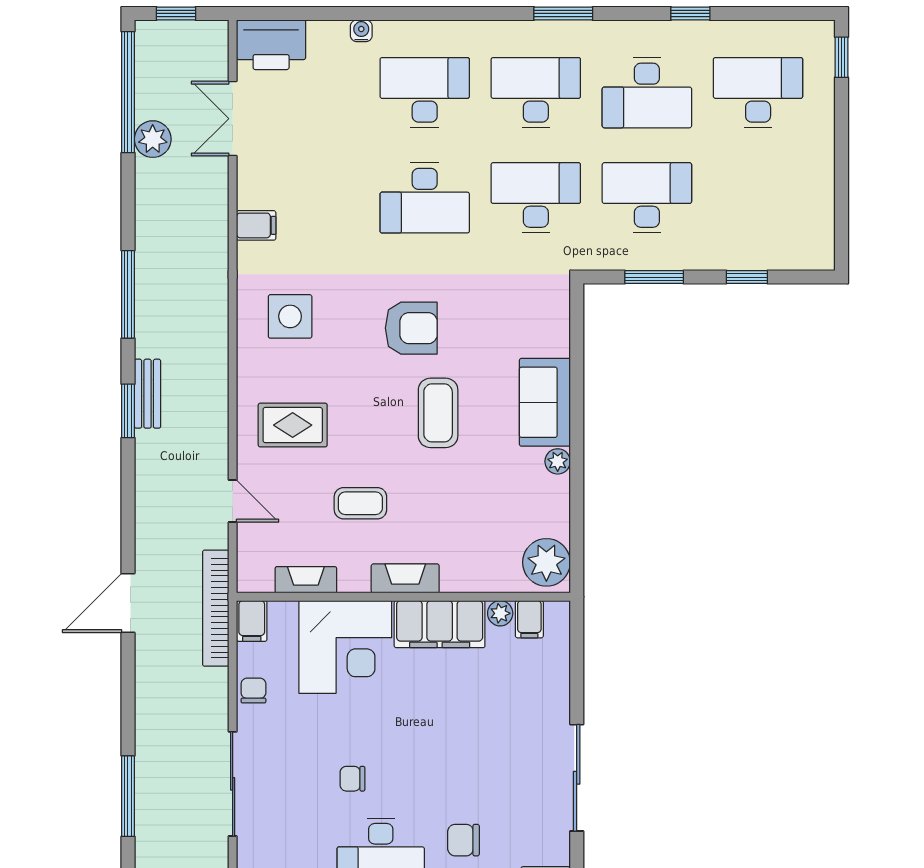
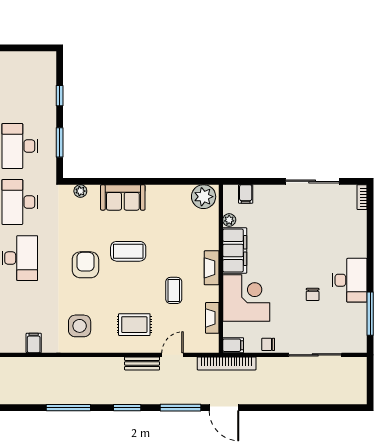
bench: (148, 394) -> (142, 363), moved
rug: (293, 425) -> (134, 325), turned 90
plant: (558, 461) -> (80, 191), moved
filing cabinet: (529, 619) -> (246, 194), moved, turned 90
window: (128, 796) -> (181, 408), moved
chair: (463, 840) -> (344, 238), removed

